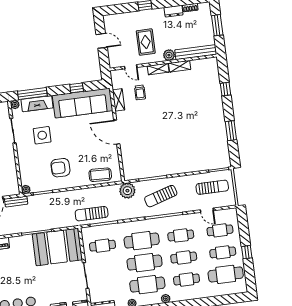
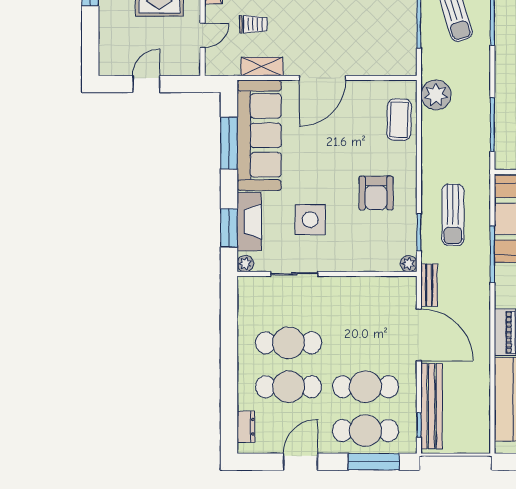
window: (77, 88) -> (229, 143), width x2.17
window: (32, 94) -> (229, 228), width x0.69
plant: (127, 191) -> (436, 95), moved
sun lounger: (92, 214) -> (453, 215), moved

